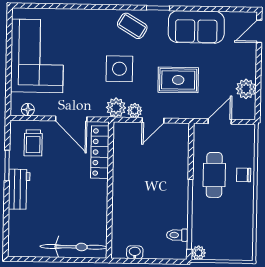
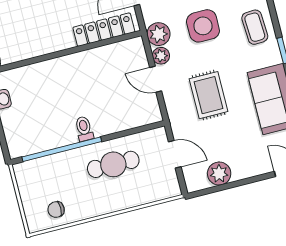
coffee table: (132, 26) -> (255, 27), turned -34
chair: (244, 175) -> (56, 209), moved, turned -90
toilet: (177, 235) -> (84, 129), moved
plant: (199, 253) -> (21, 171), removed

